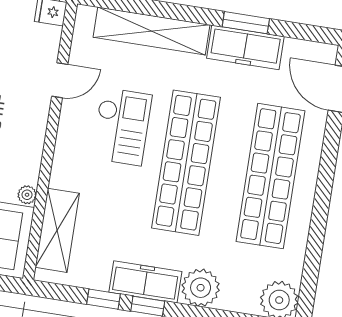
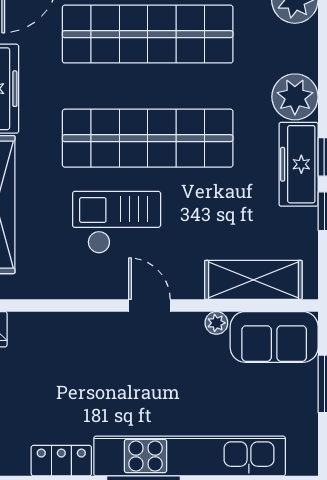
door: (60, 80) -> (149, 305), moved

